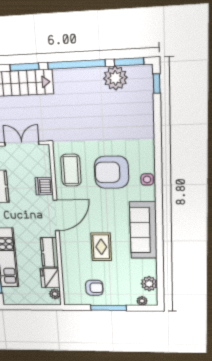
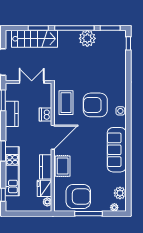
plant: (115, 78) -> (87, 38), moved
rug: (101, 247) -> (63, 166), moved
armchair: (94, 288) -> (78, 196), width x1.88, depth x1.88

